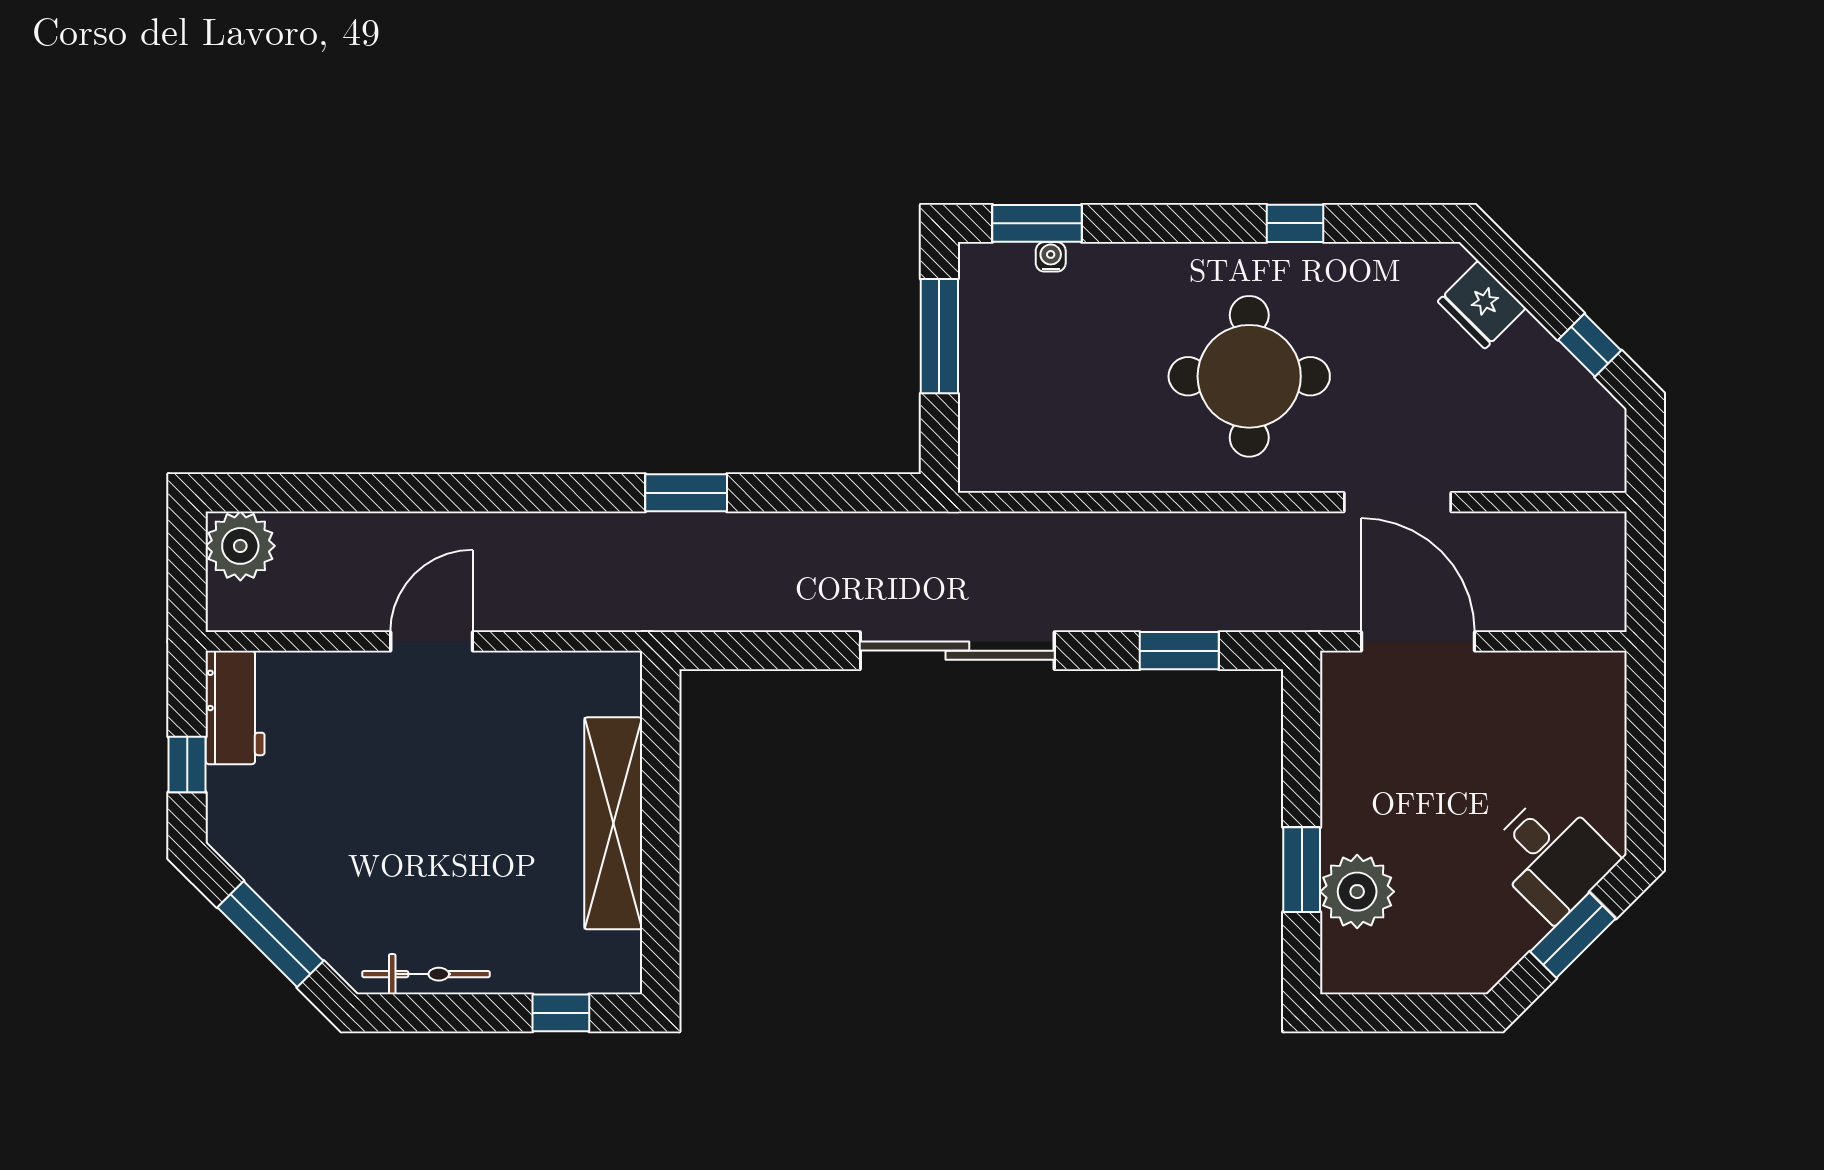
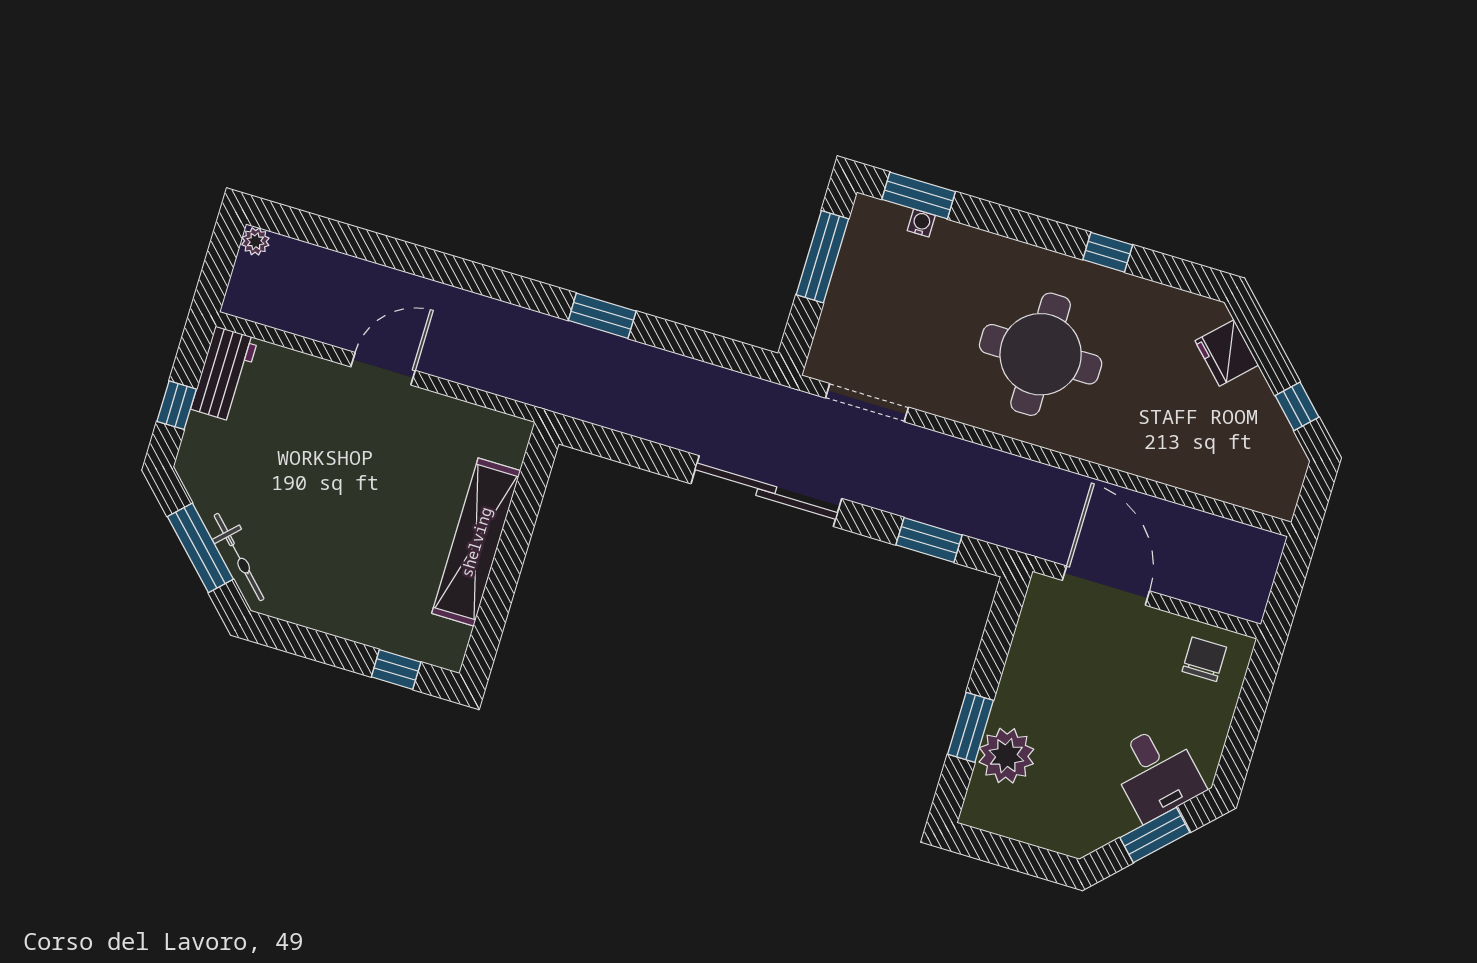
doorway: (1397, 502) -> (867, 403), moved
plant: (240, 546) -> (255, 241), width x0.53, depth x0.53
chair: (1569, 697) -> (1204, 659), added
bicycle: (426, 974) -> (239, 557), moved, turned 45

